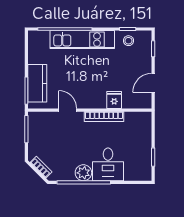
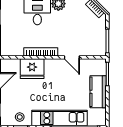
kitchen counter: (37, 83) -> (98, 92), moved
fridge: (114, 100) -> (32, 69), width x1.88, depth x1.34

